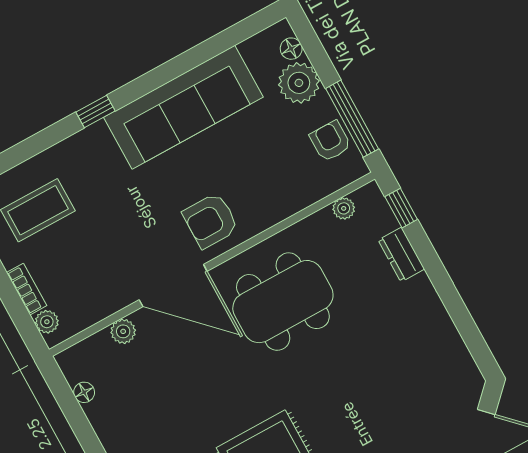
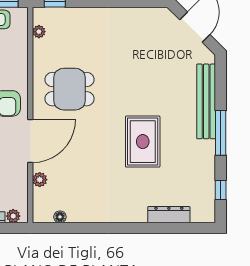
dresser: (401, 254) -> (79, 15), removed
dining table: (283, 302) -> (69, 89), width x0.73

